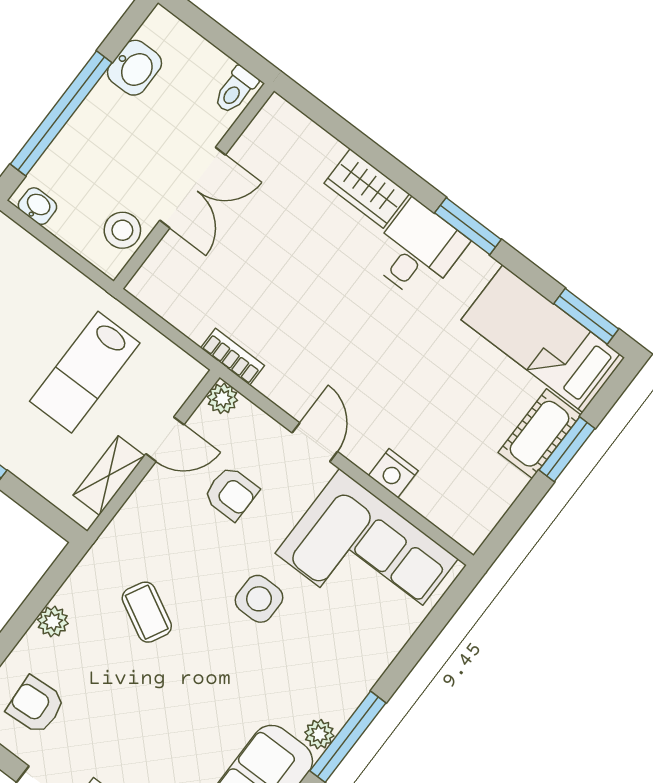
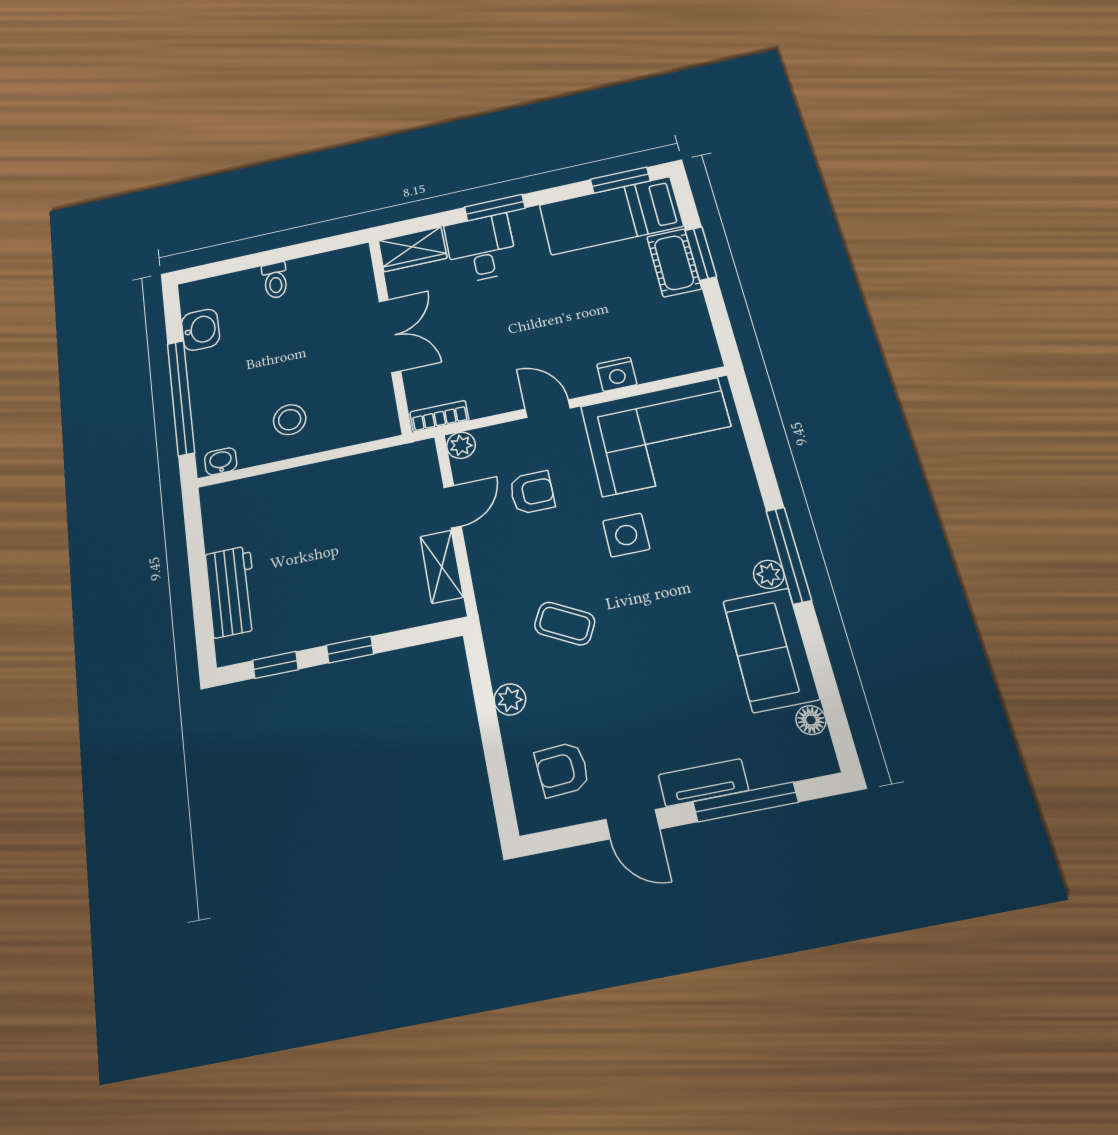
wall: (194, 186) -> (390, 334), moved
double door: (193, 188) -> (390, 336), moved
lab bench: (85, 372) -> (356, 523), removed

